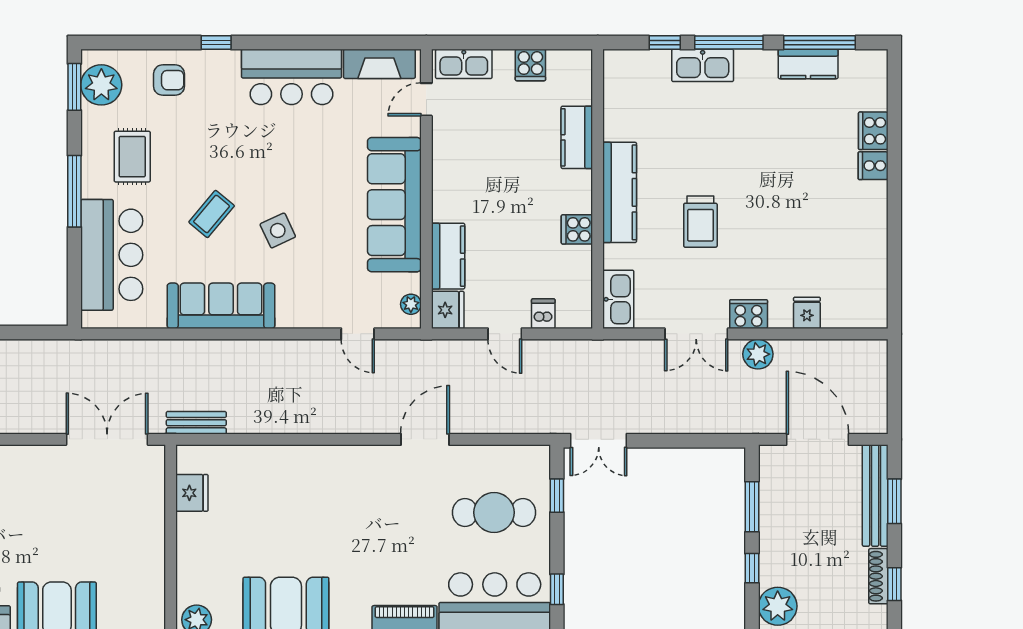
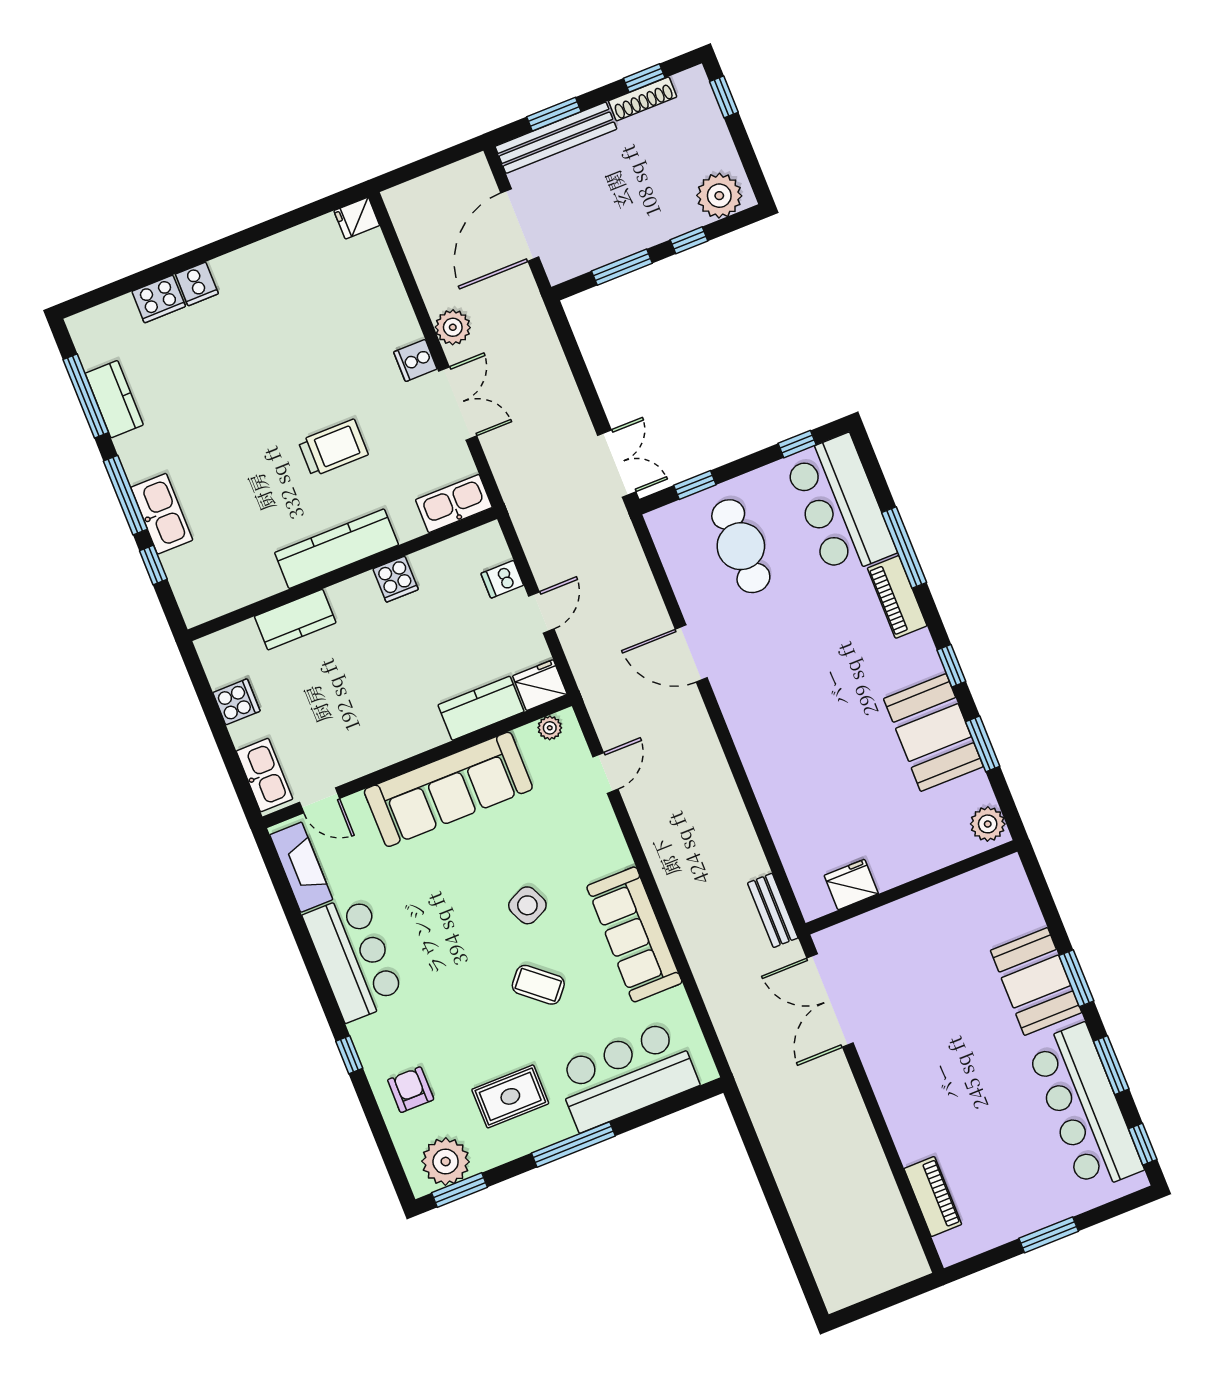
fridge: (807, 313) -> (357, 218), moved
cooker: (749, 314) -> (415, 360), width x0.73

